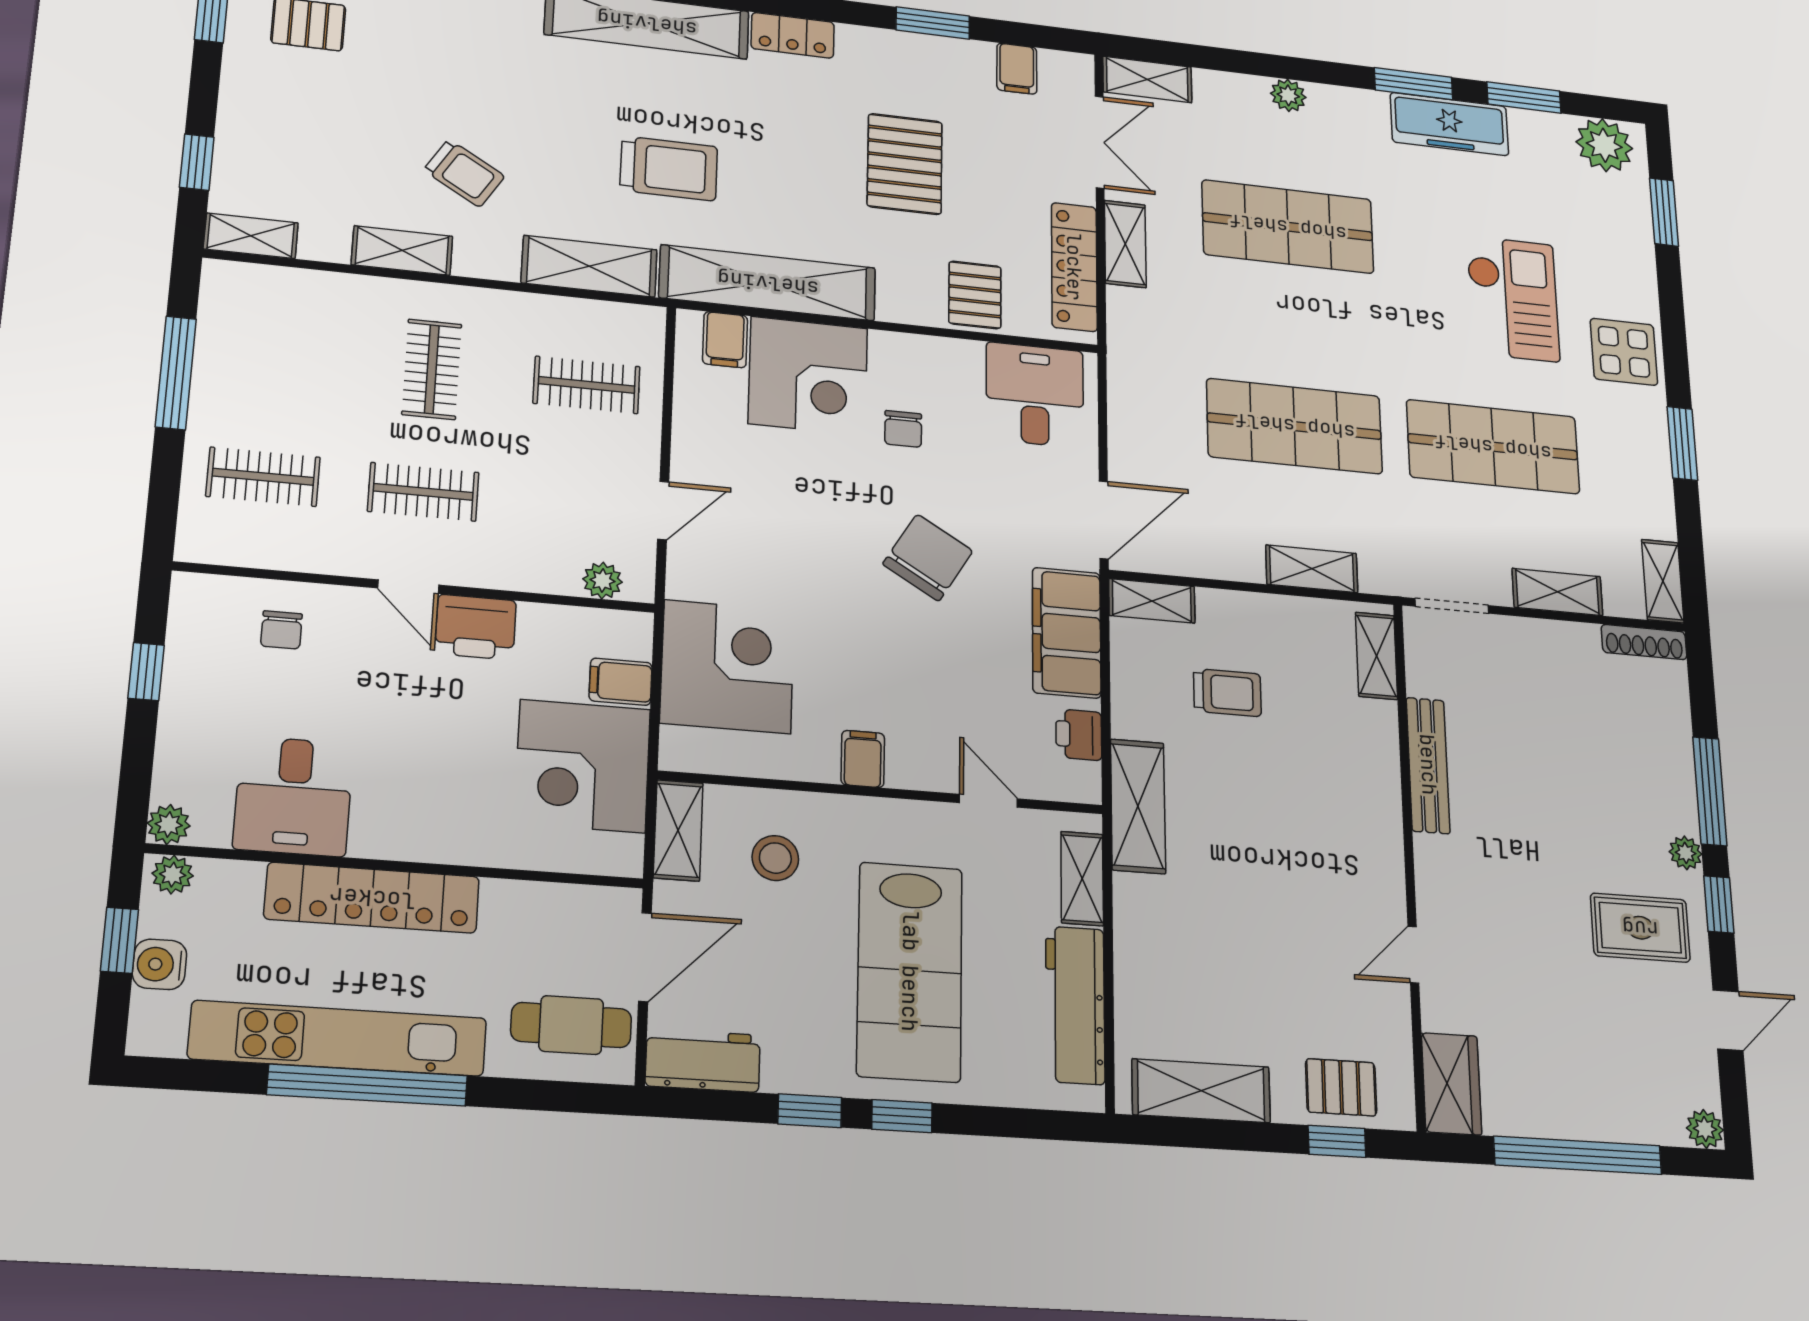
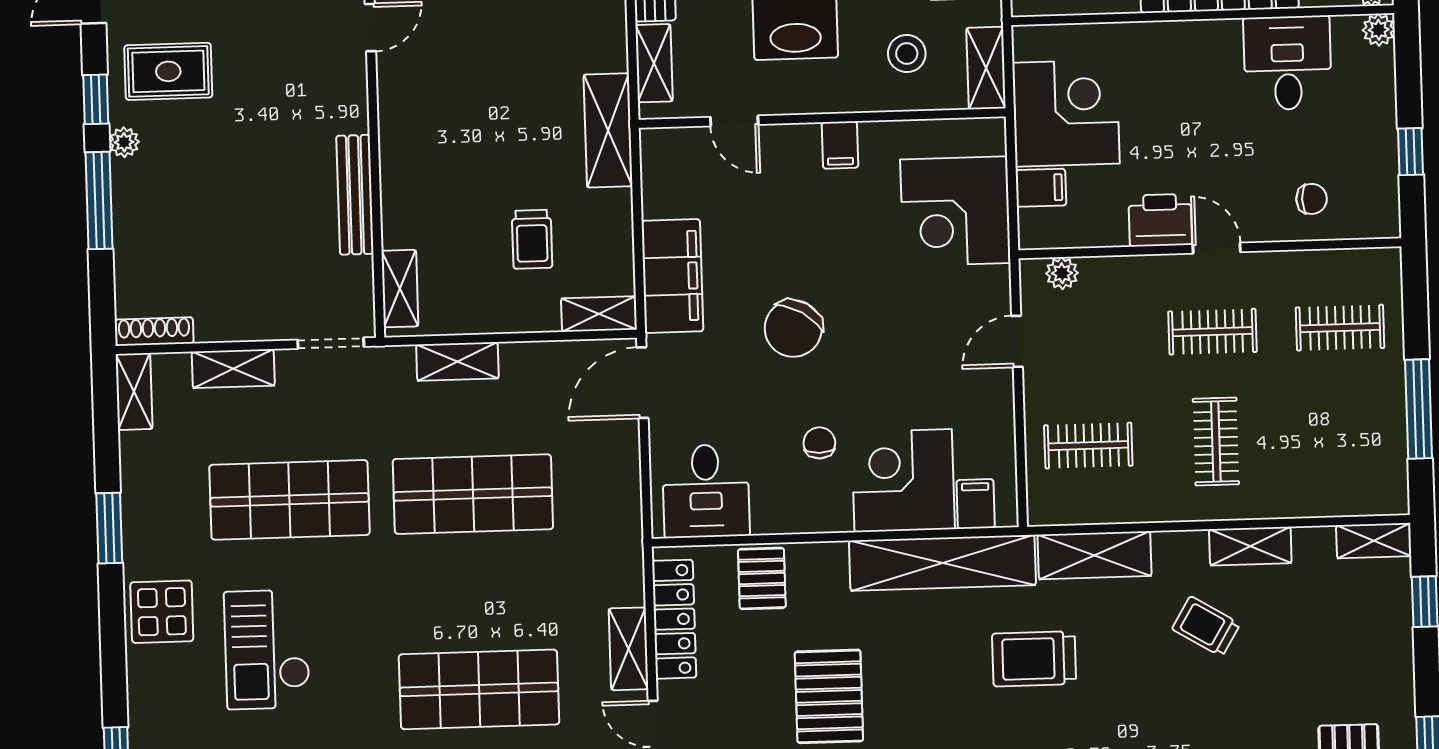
chair: (281, 630) -> (1312, 199), turned 90
trolley: (1227, 693) -> (532, 239), turned -90
printer: (1079, 735) -> (660, 187), removed

